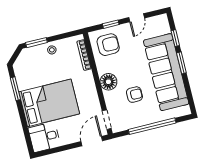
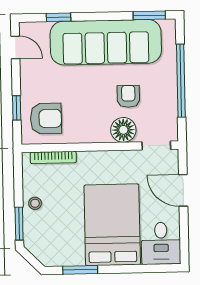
door: (137, 18) -> (15, 47), moved
armchair: (108, 45) -> (46, 119), turned 90
window: (181, 63) -> (149, 15), moved
floor lamp: (108, 82) -> (123, 130), moved
door: (92, 141) -> (183, 190), moved

